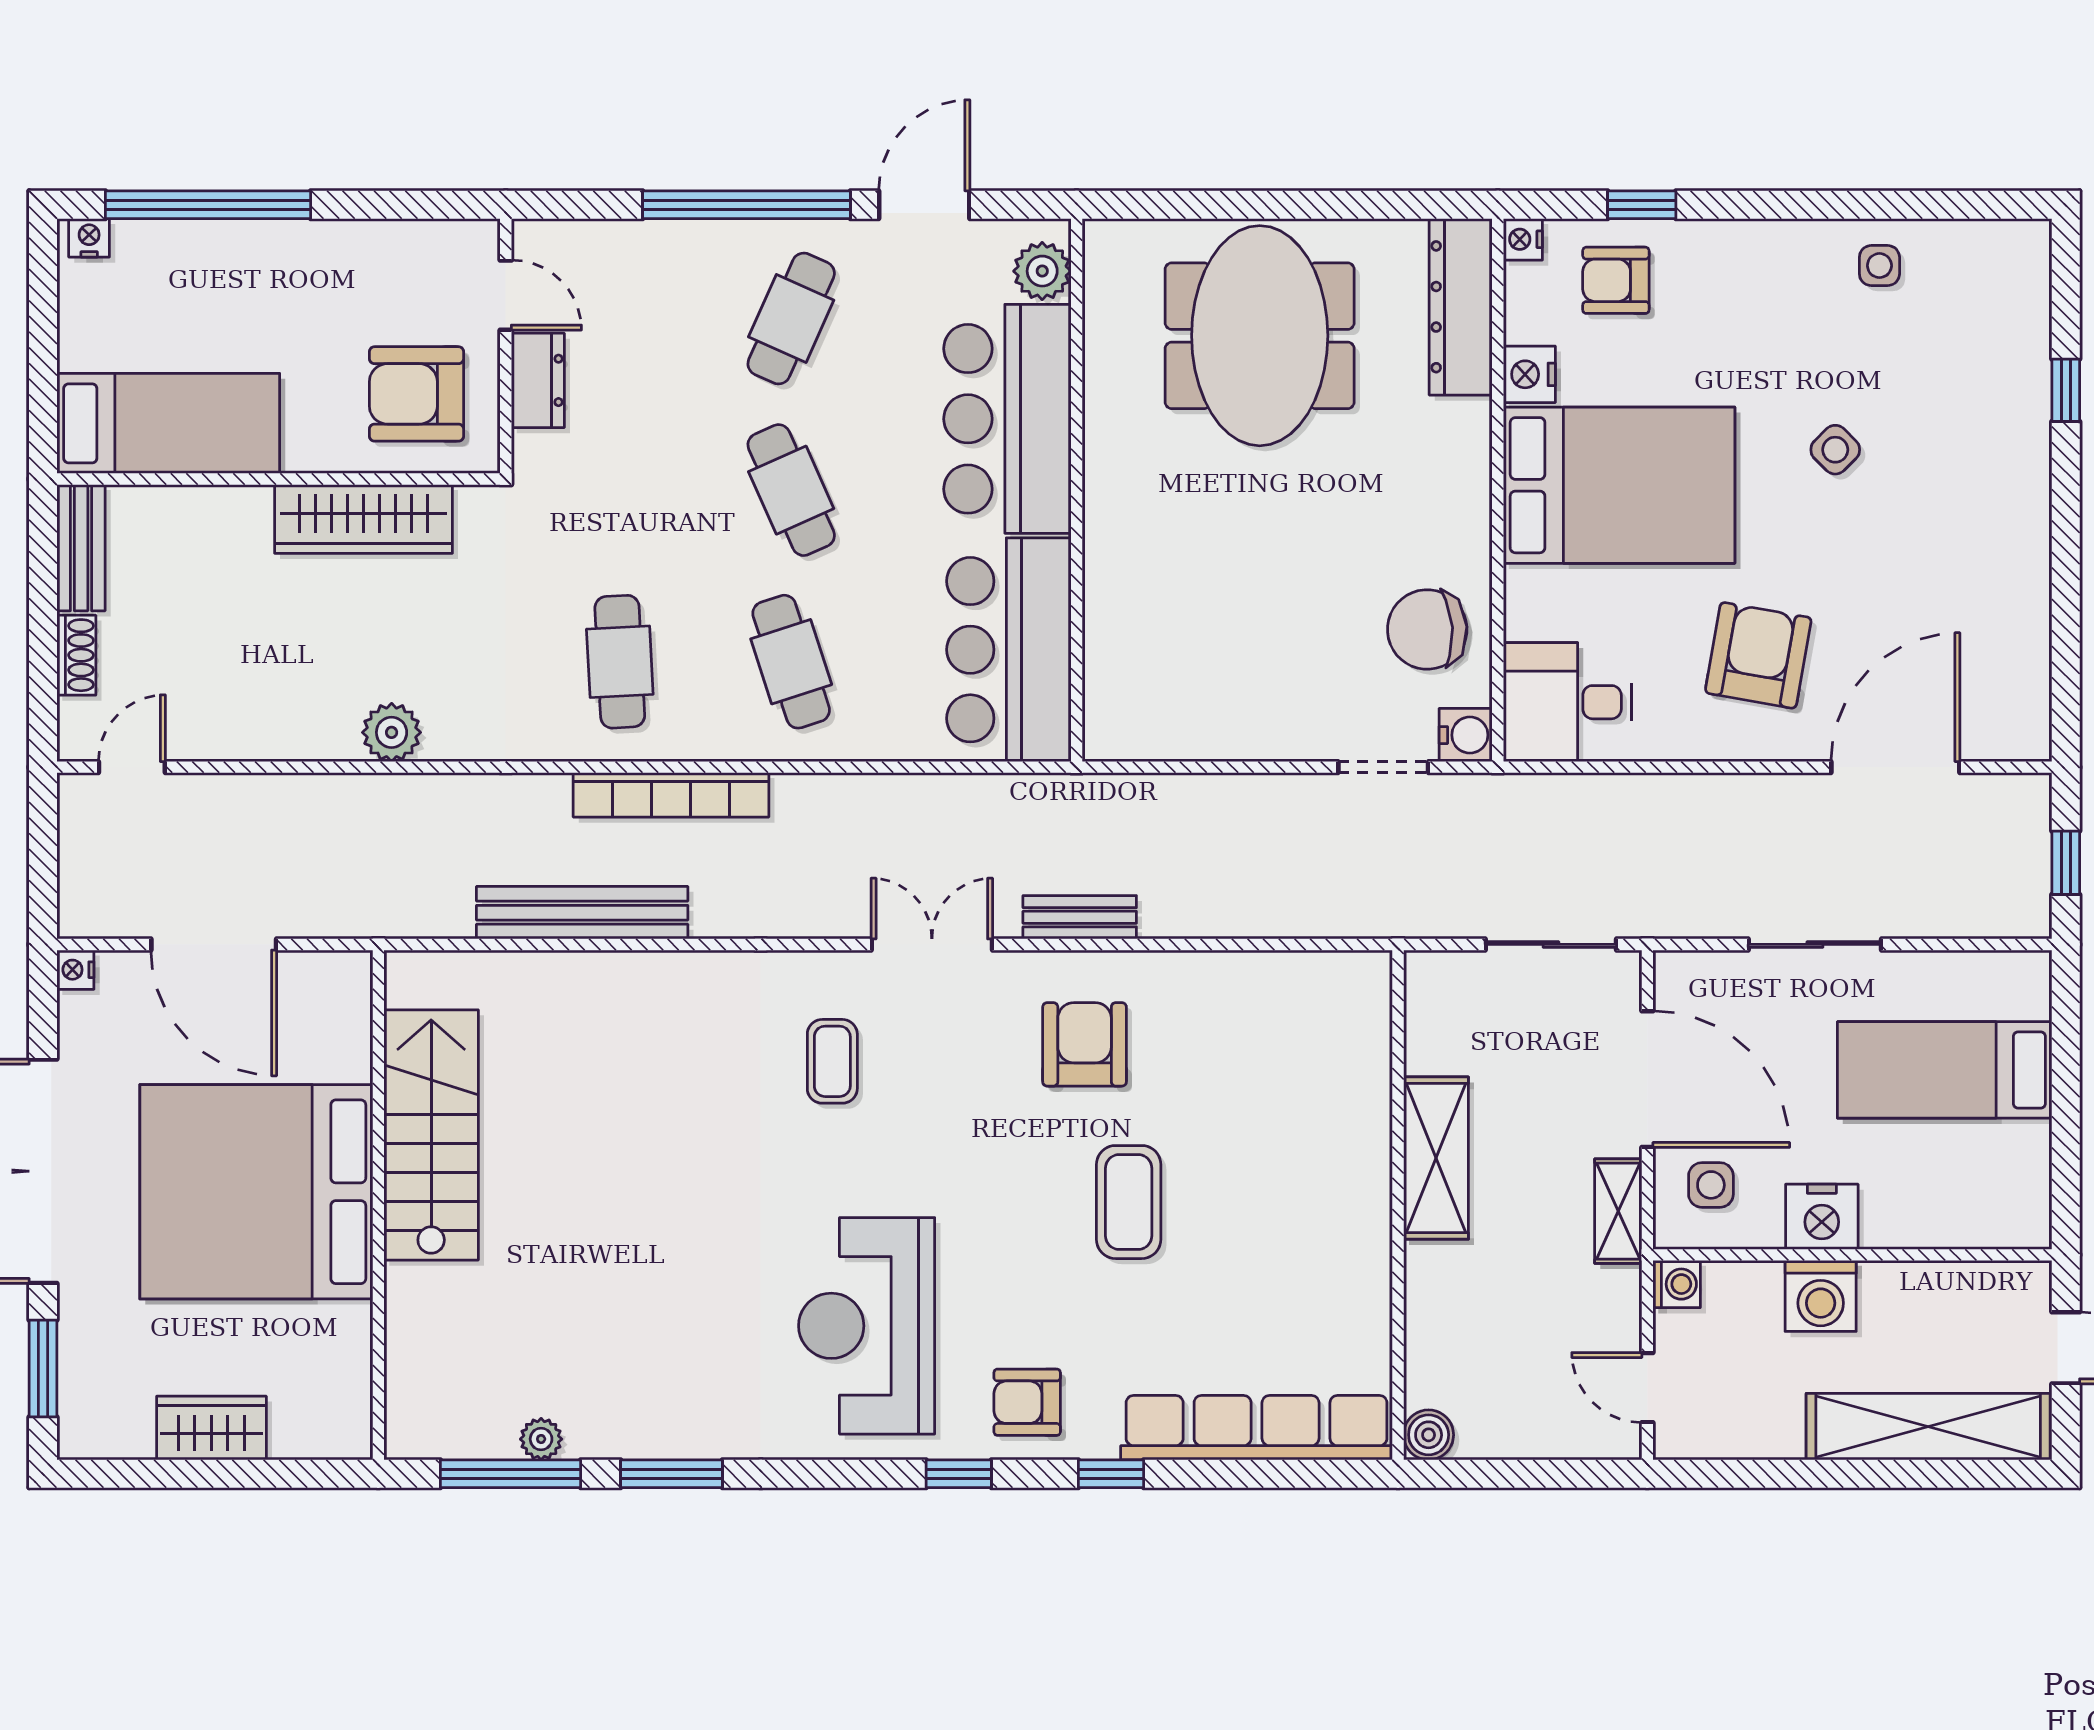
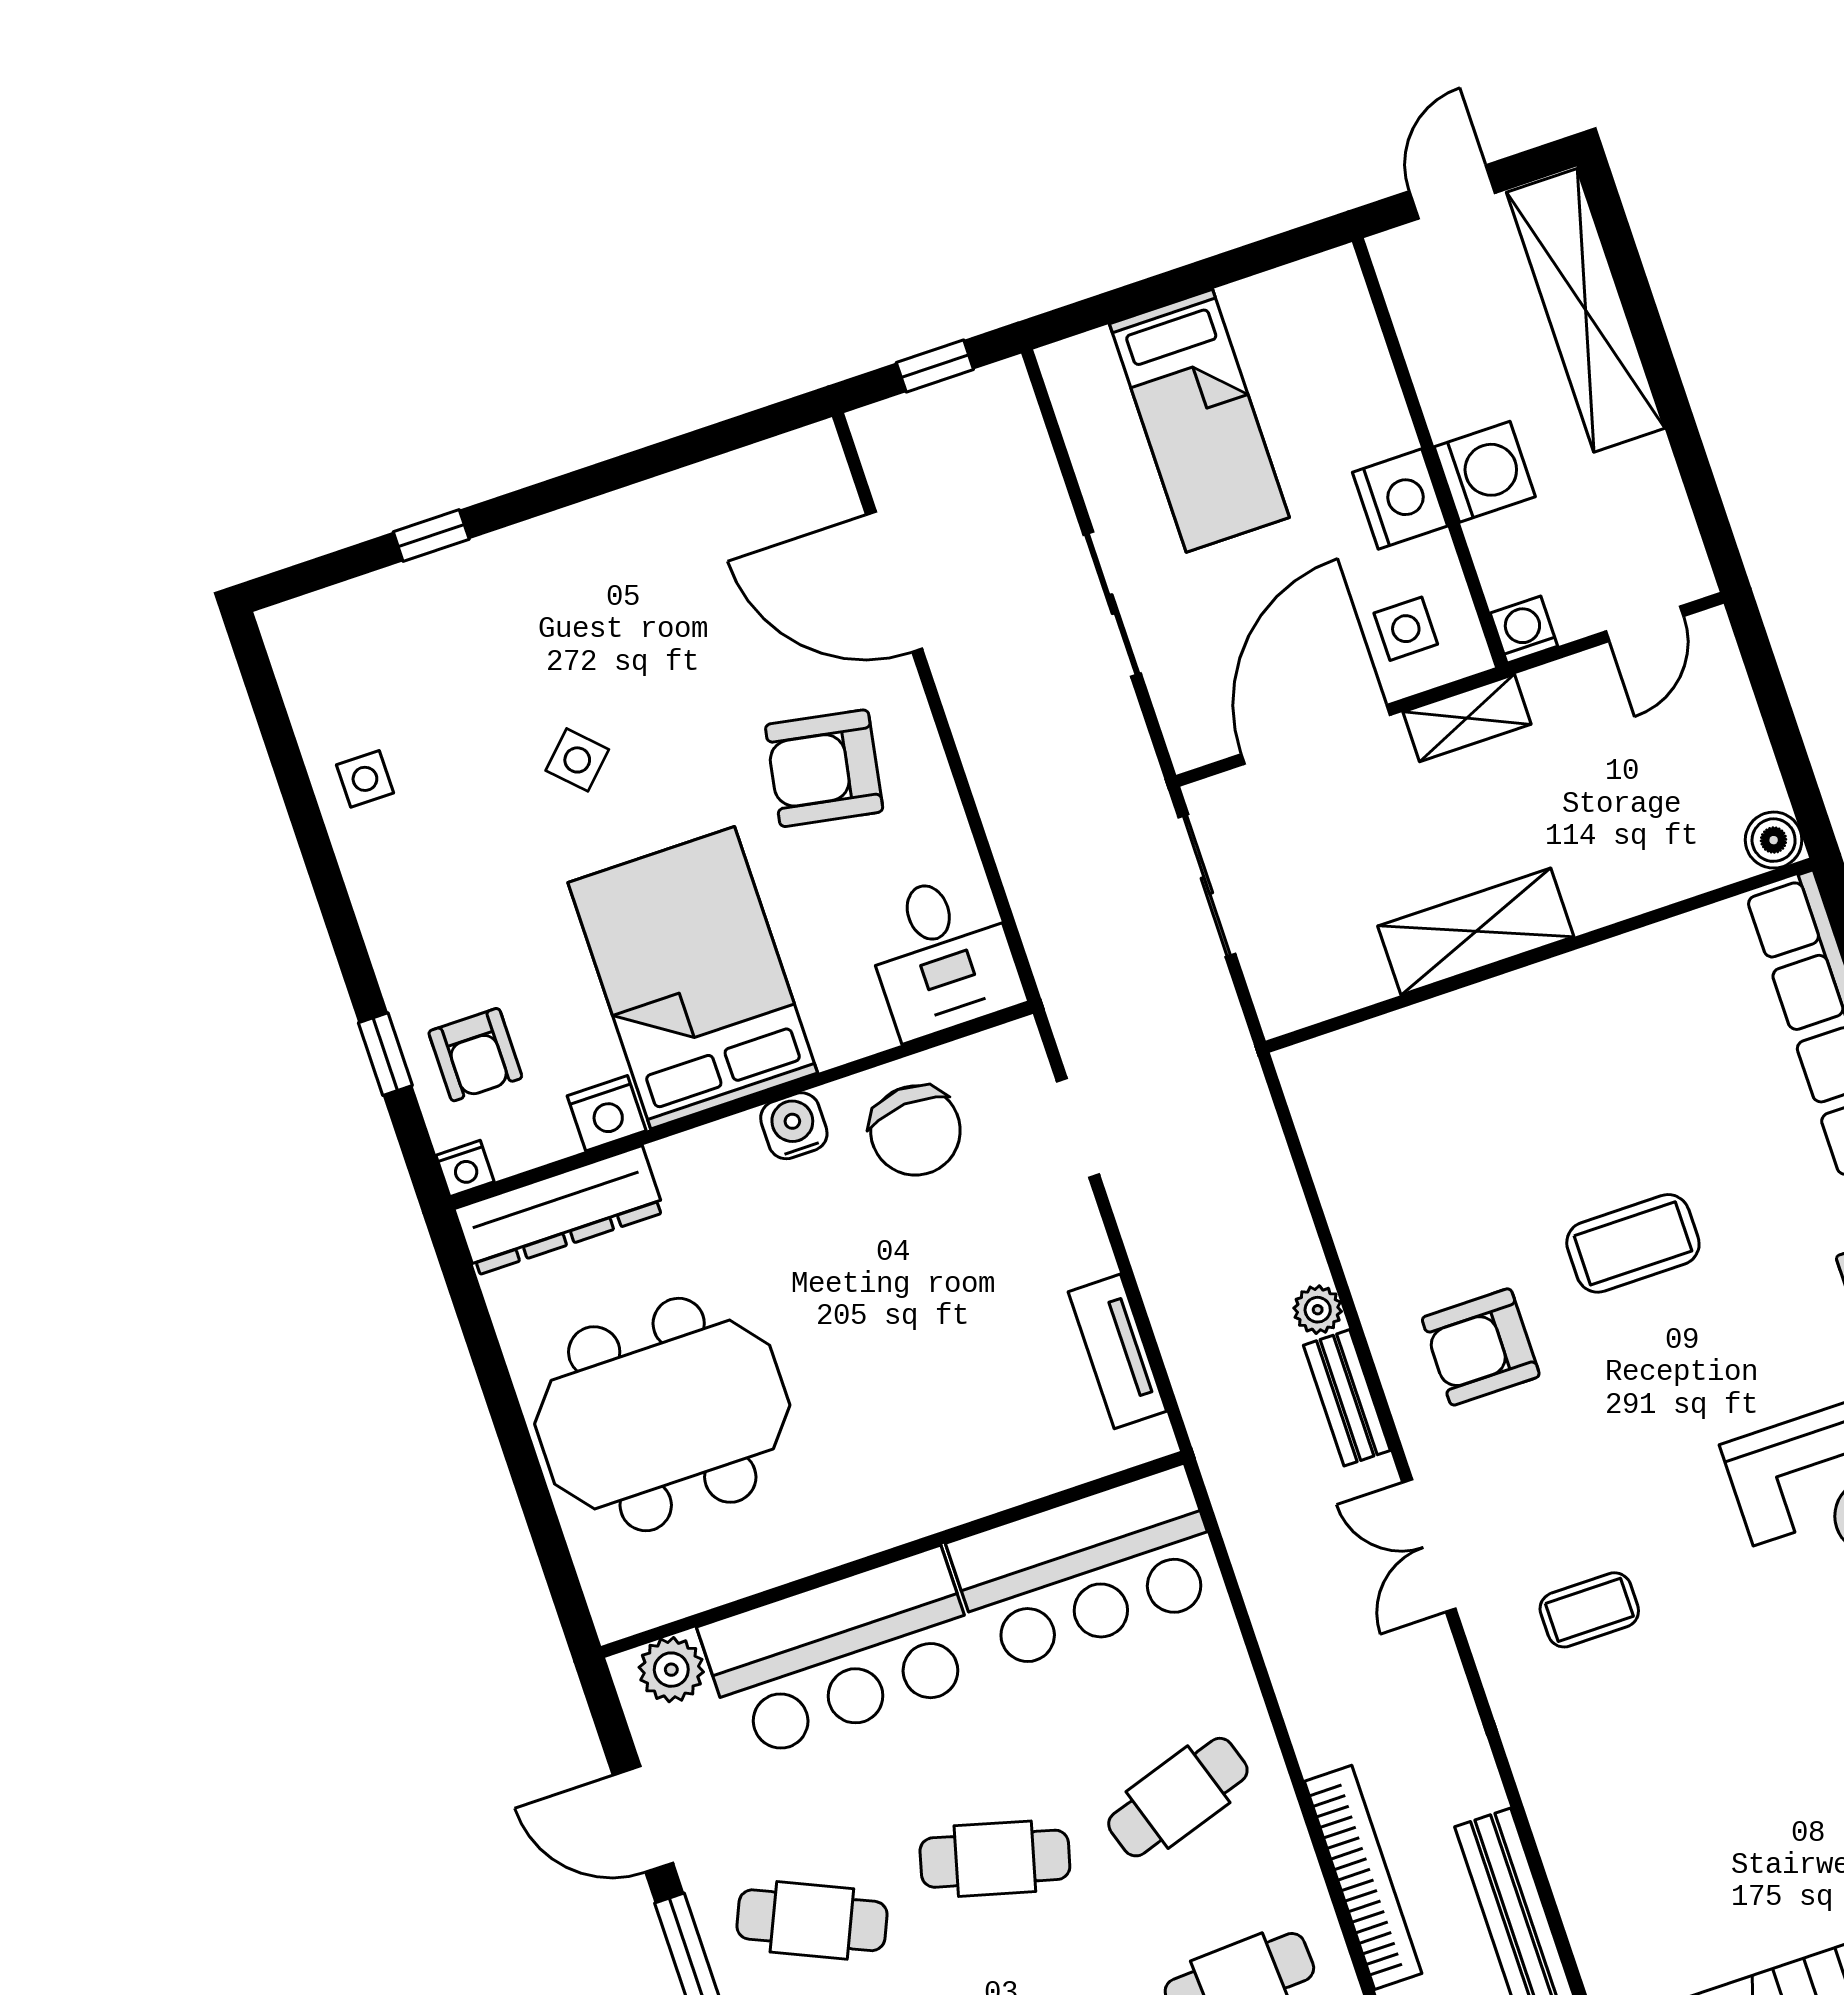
cafe table: (791, 490) -> (995, 1859), turned 39
water cooler: (1466, 735) -> (794, 1126), moved
tv unit: (1184, 737) -> (1117, 1351), added
plant: (1162, 918) -> (1318, 1310), added

